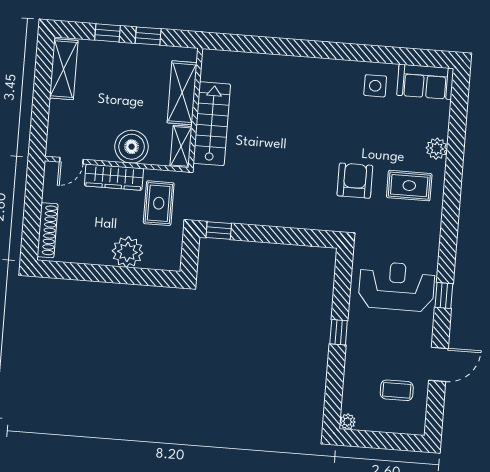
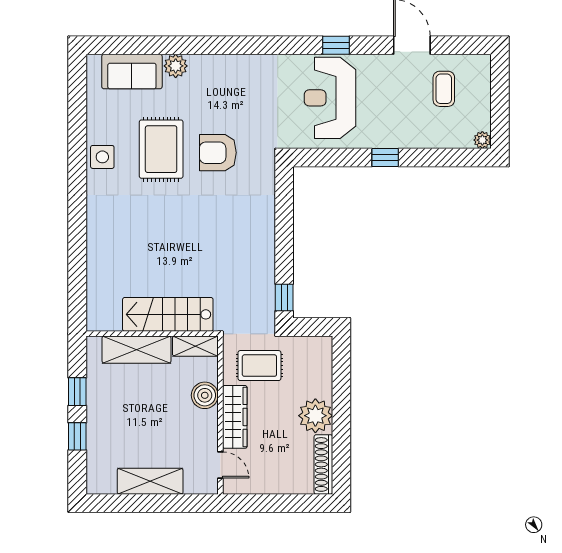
shelving: (64, 69) -> (150, 481), moved
sofa: (425, 82) -> (132, 71), moved, turned 90
side table: (375, 86) -> (102, 157), moved
boiler: (132, 147) -> (205, 395), width x0.73, depth x0.73
rug: (409, 186) -> (161, 149), moved, width x1.36, depth x1.43
shoe rack: (47, 230) -> (323, 464), moved, turned -90
plant: (127, 252) -> (315, 416), moved

